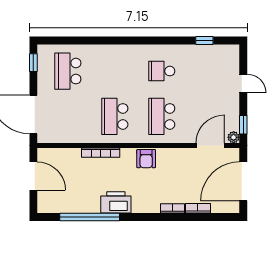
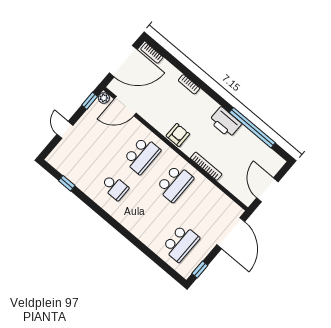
bookcase: (198, 208) -> (152, 53), moved

